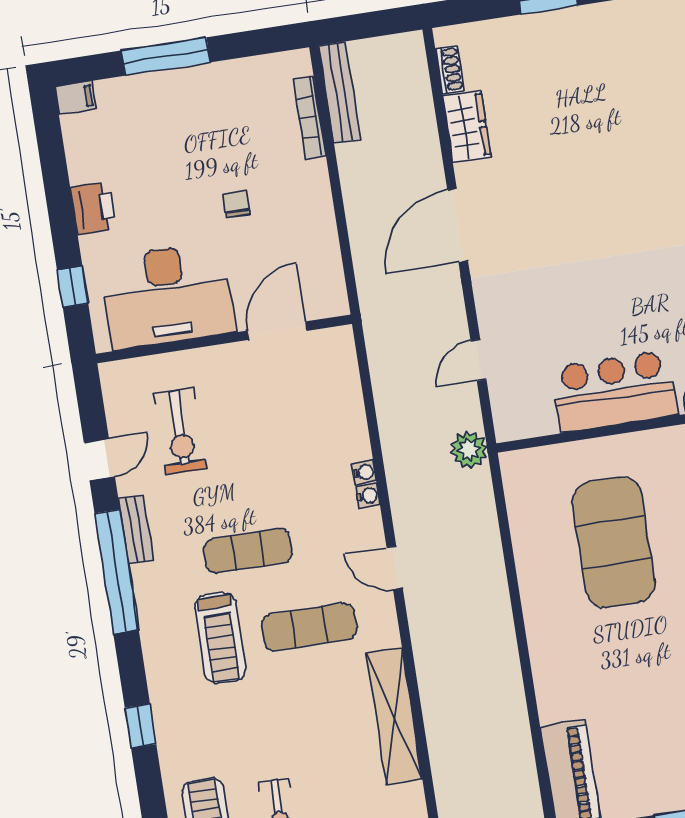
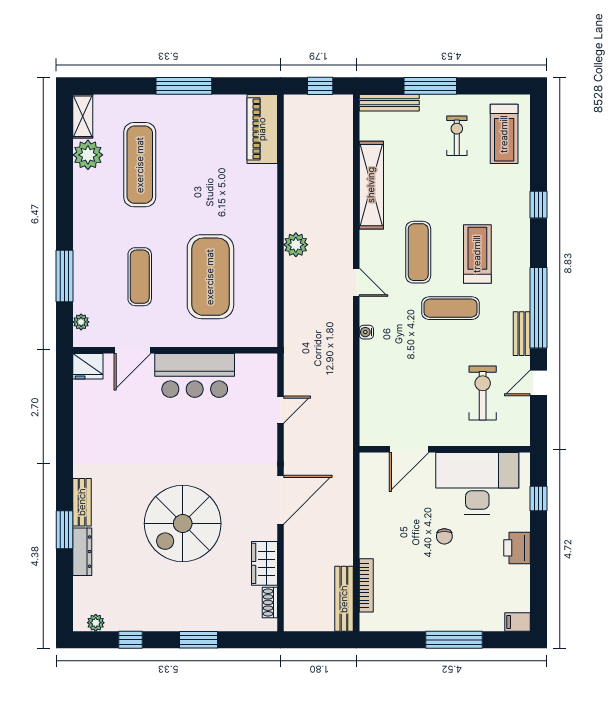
spiral stairs: (598, 167) -> (183, 523), added
chair: (236, 204) -> (444, 536), moved
plant: (469, 450) -> (296, 245), moved
water cooler: (364, 472) -> (367, 348), removed
exercise mat: (309, 627) -> (418, 252), turned 90

